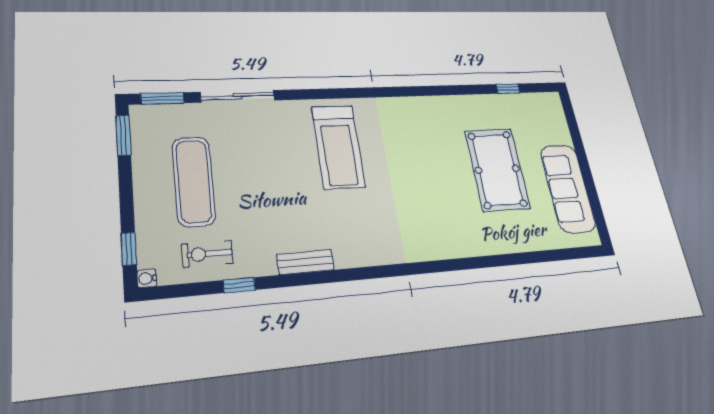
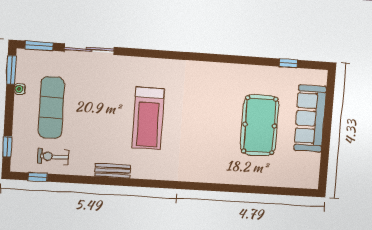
treadmill: (338, 147) -> (148, 118), moved
sofa: (568, 188) -> (310, 118), moved
water cooler: (147, 279) -> (20, 89), moved
window: (239, 285) -> (38, 177), moved

